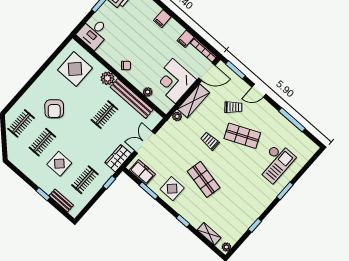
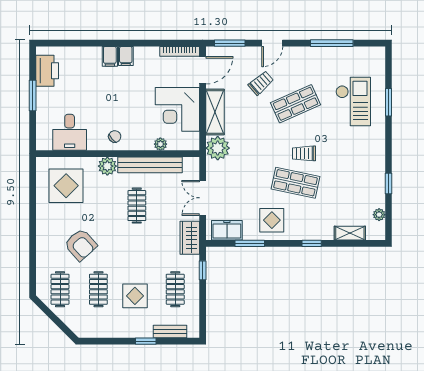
desk: (94, 33) -> (70, 132), moved
filing cabinet: (186, 39) -> (126, 56), moved
plant: (177, 116) -> (218, 148), width x1.88, depth x1.88
trolley: (210, 141) -> (304, 153), moved
window: (285, 191) -> (388, 102), moved
plant: (226, 247) -> (379, 215), moved

